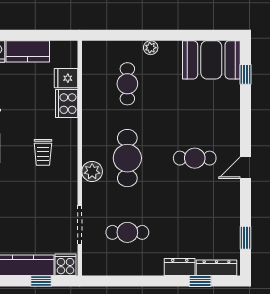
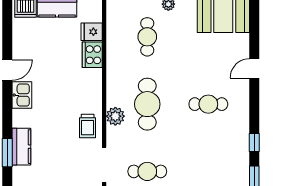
window: (246, 74) -> (254, 142), moved
trolley: (43, 152) -> (88, 126), moved
door: (246, 168) -> (254, 69), moved

